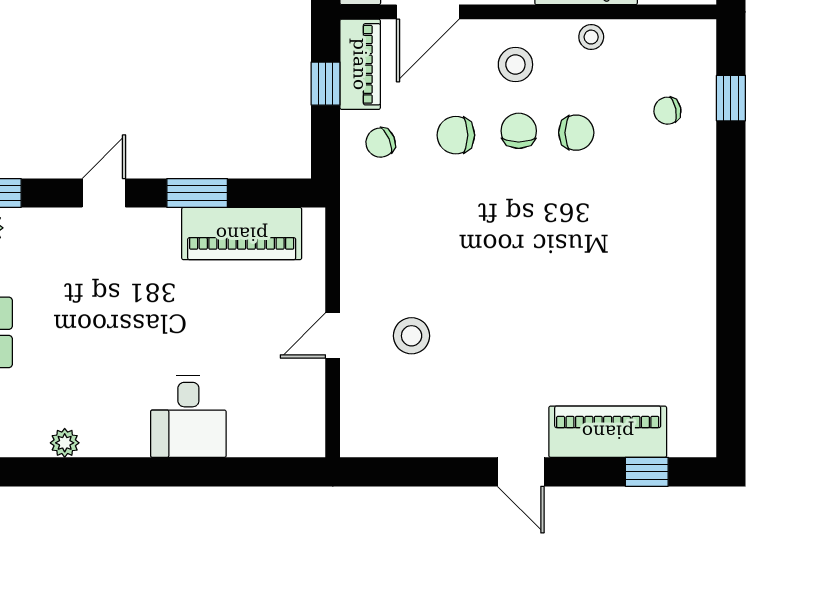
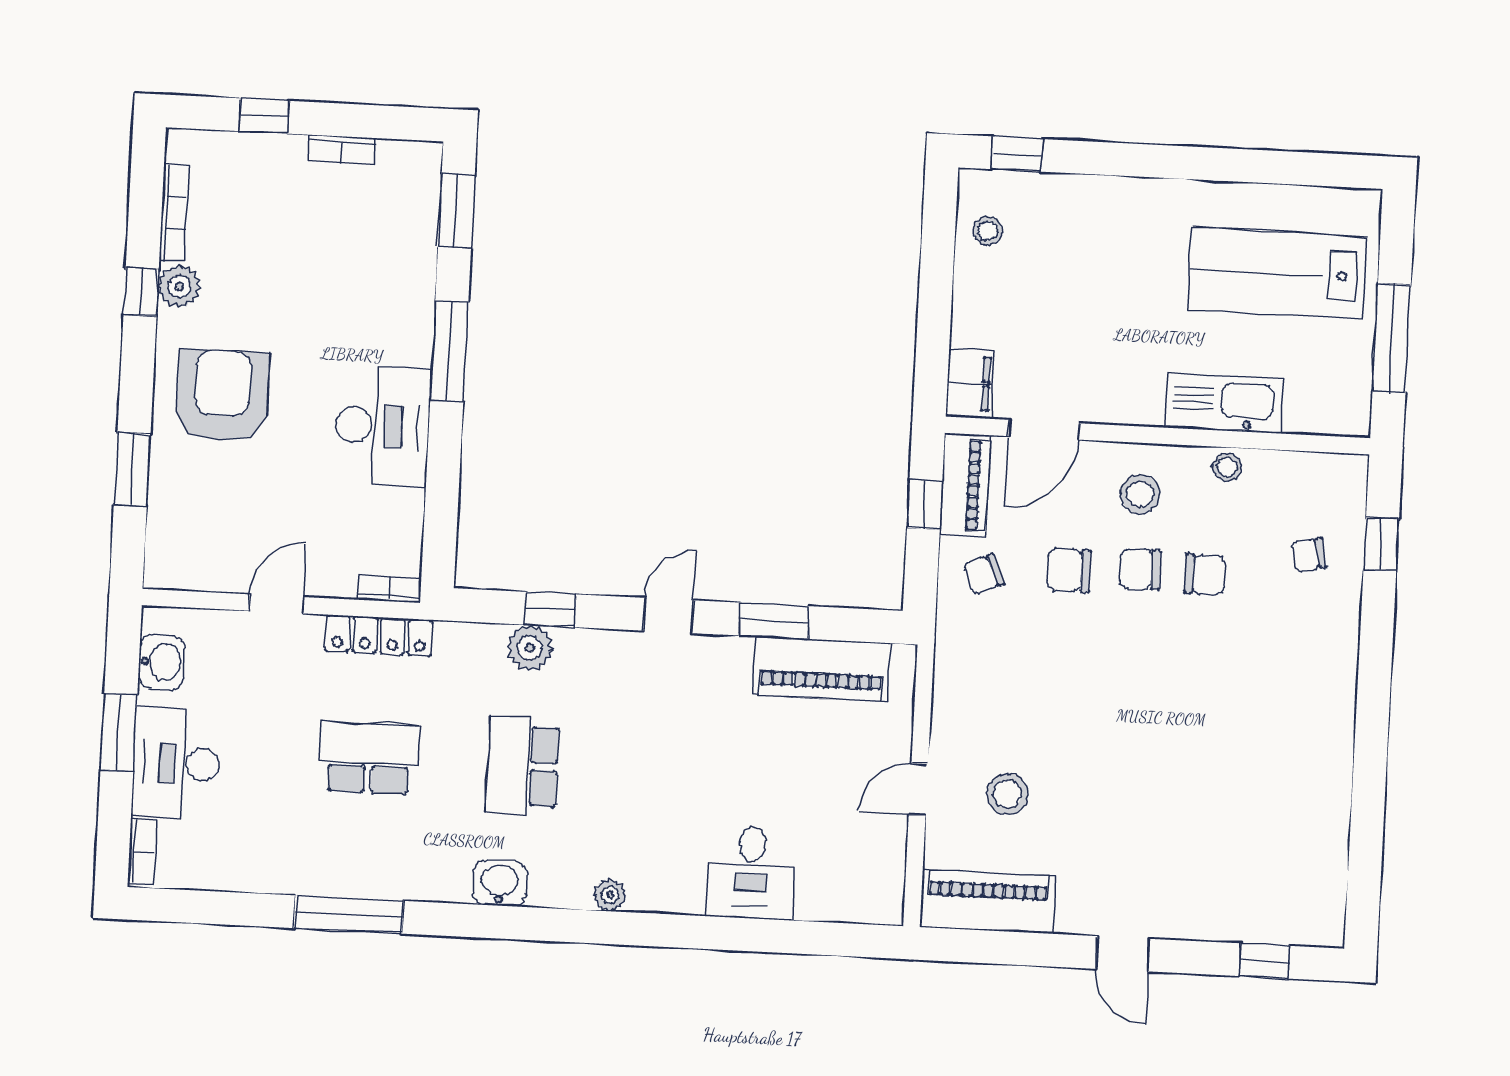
chair: (519, 131) -> (1140, 569), turned -90
piano: (608, 432) -> (987, 902), moved

